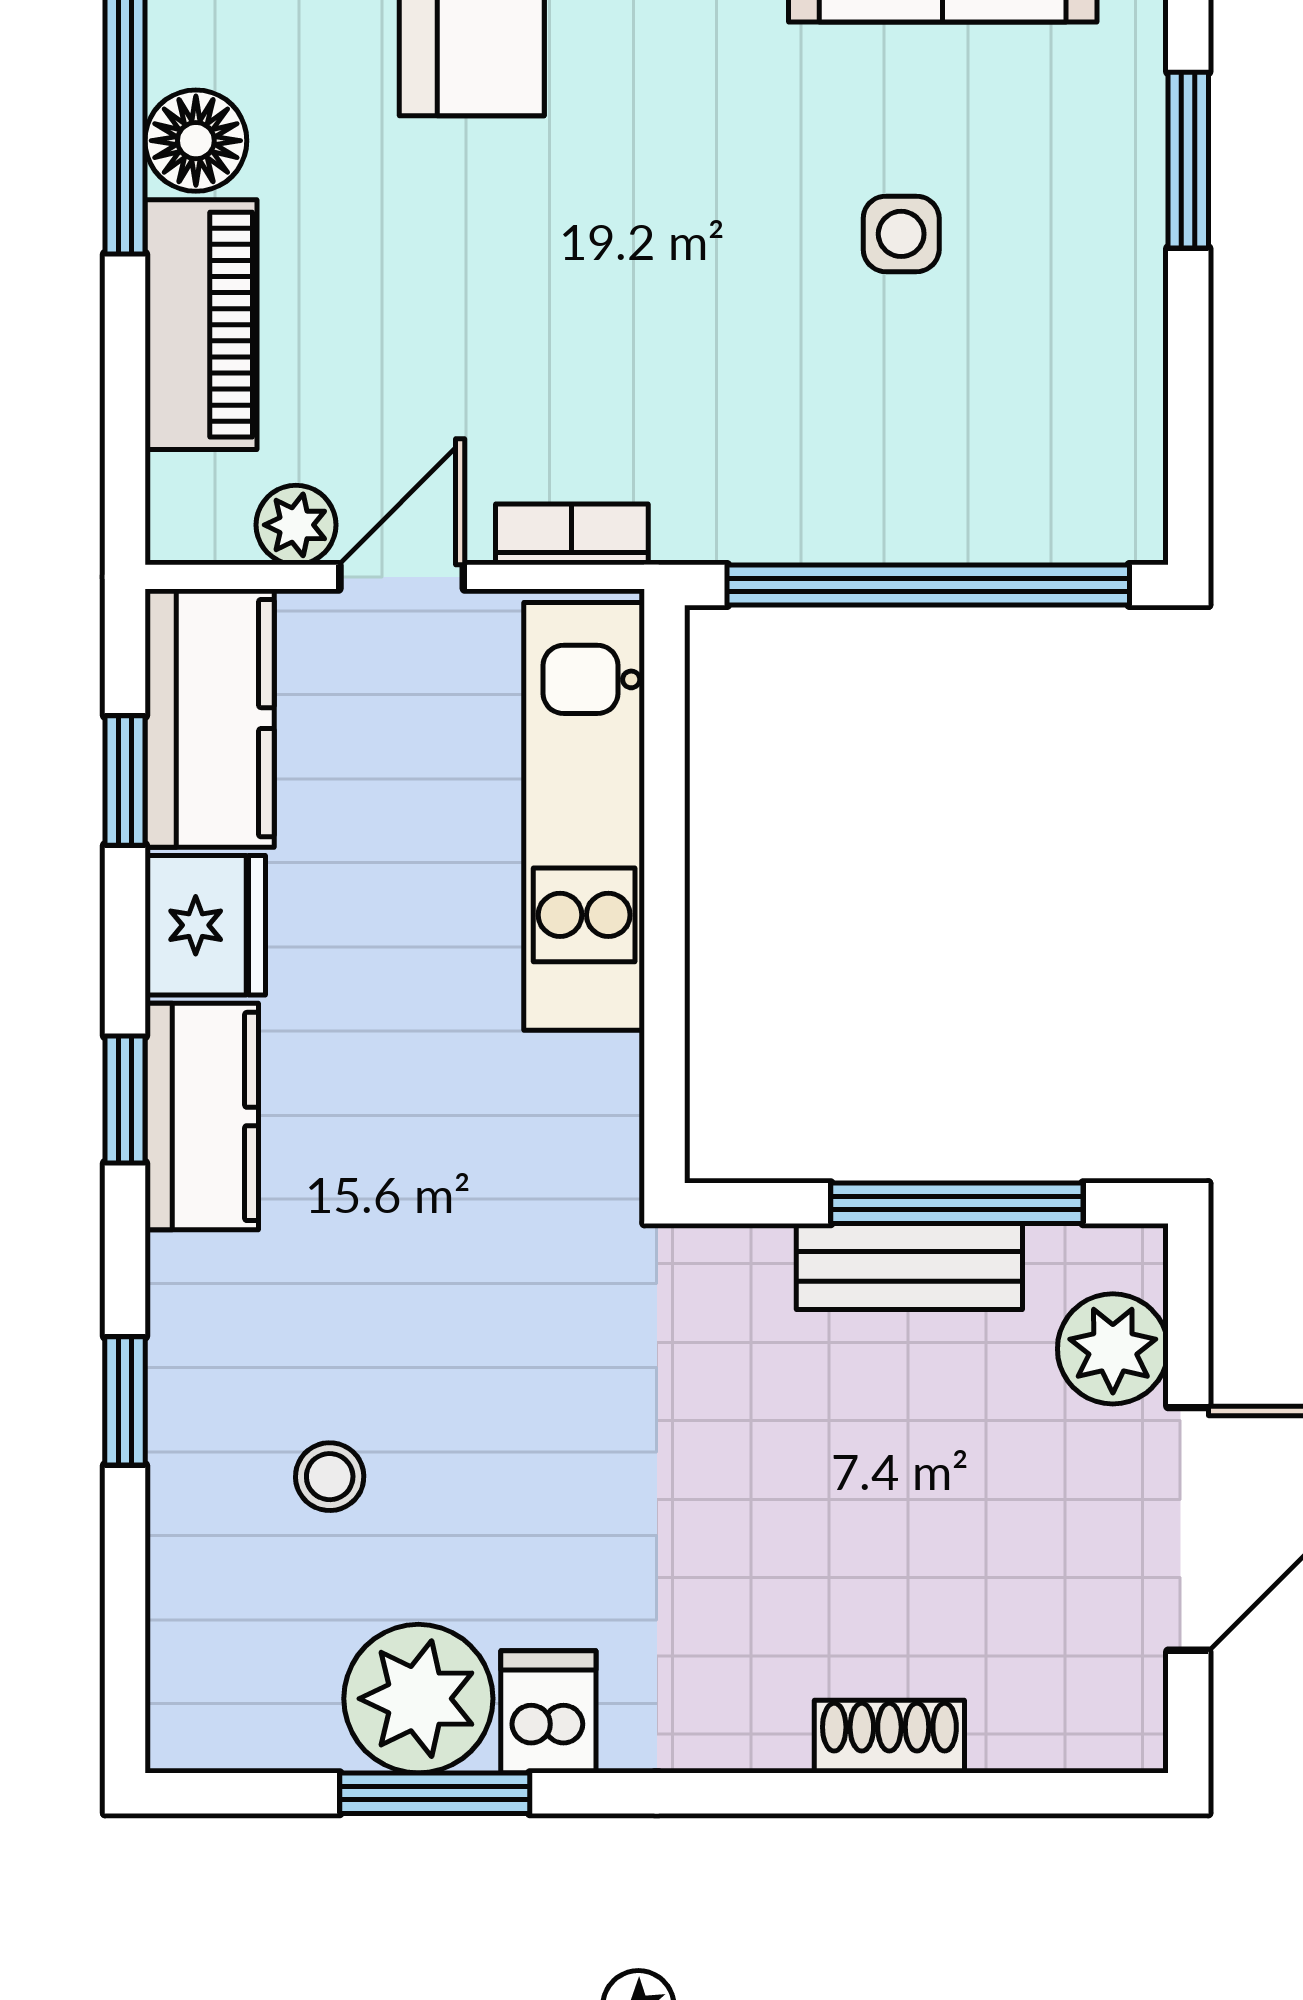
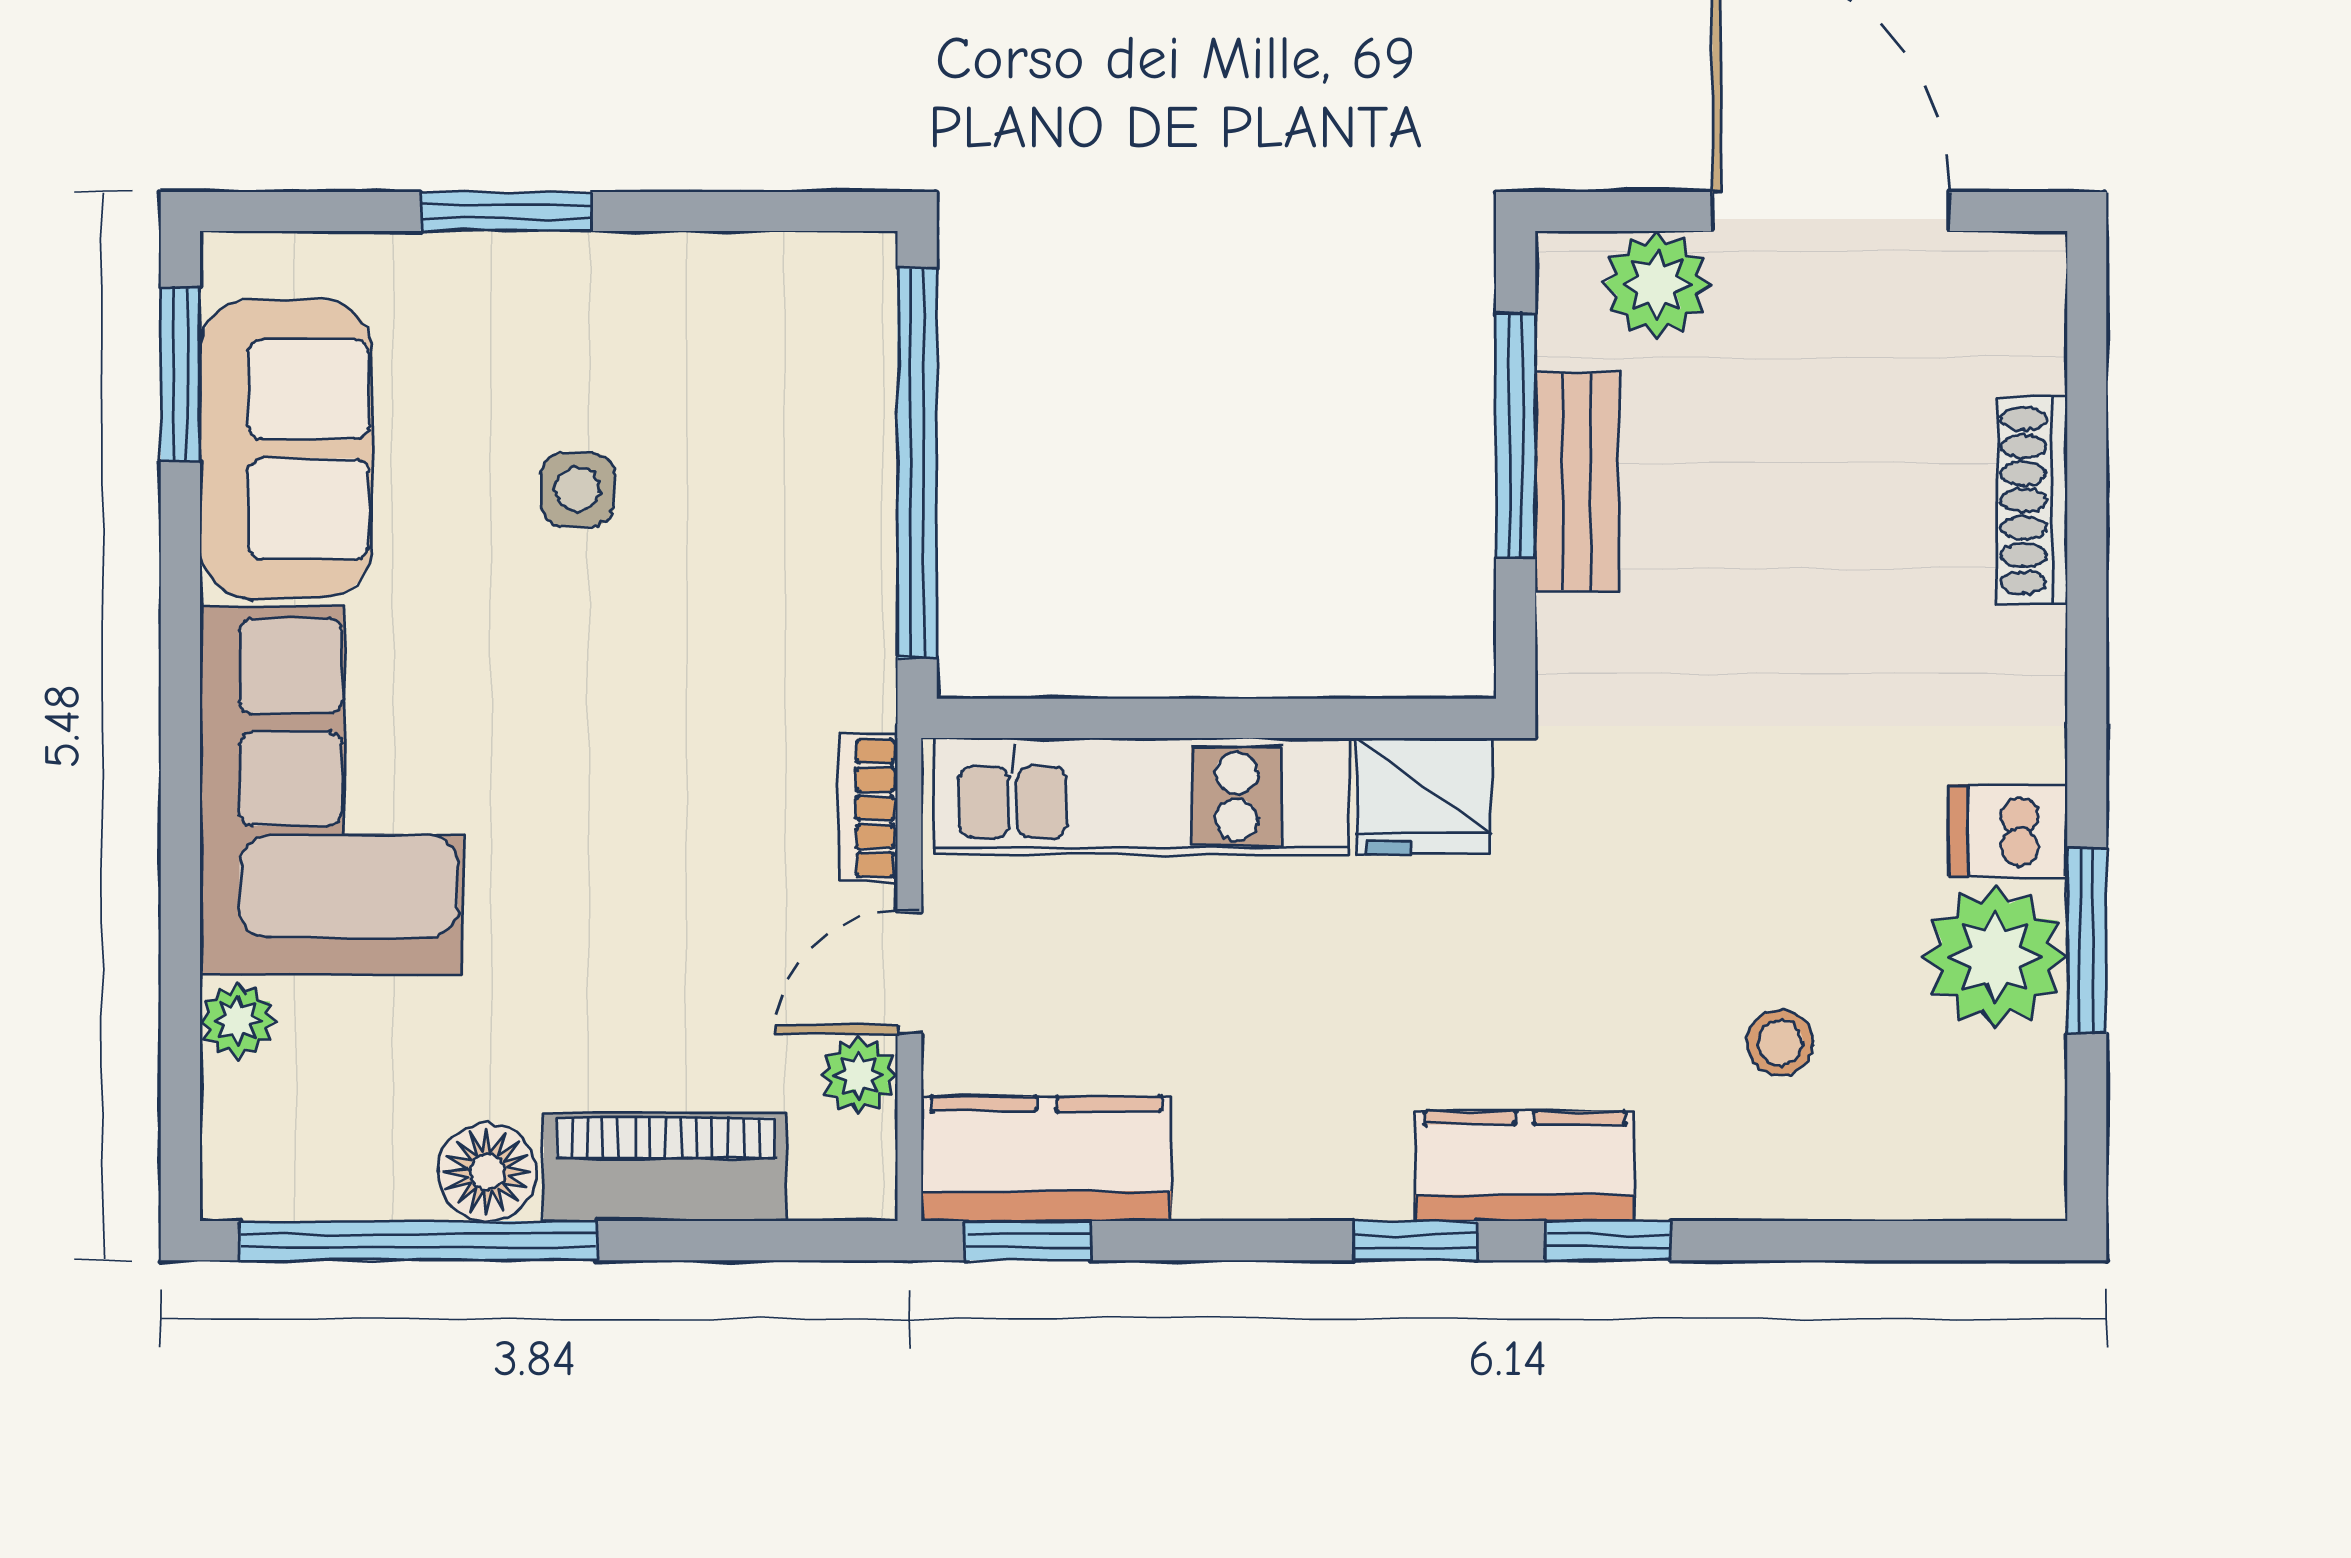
door: (402, 577) -> (909, 973), hinge flipped
window: (125, 781) -> (1028, 1241), moved
fridge: (205, 925) -> (1424, 796), moved, turned 180
kitchen counter: (202, 1116) -> (1525, 1166), moved
window: (125, 1401) -> (1608, 1241), moved
shoe rack: (889, 1737) -> (2032, 501), width x1.43

